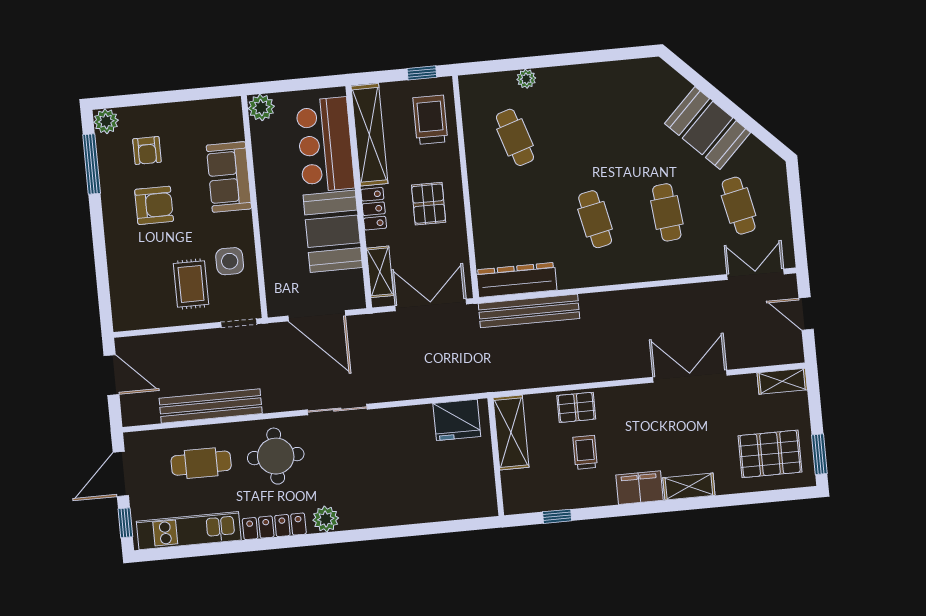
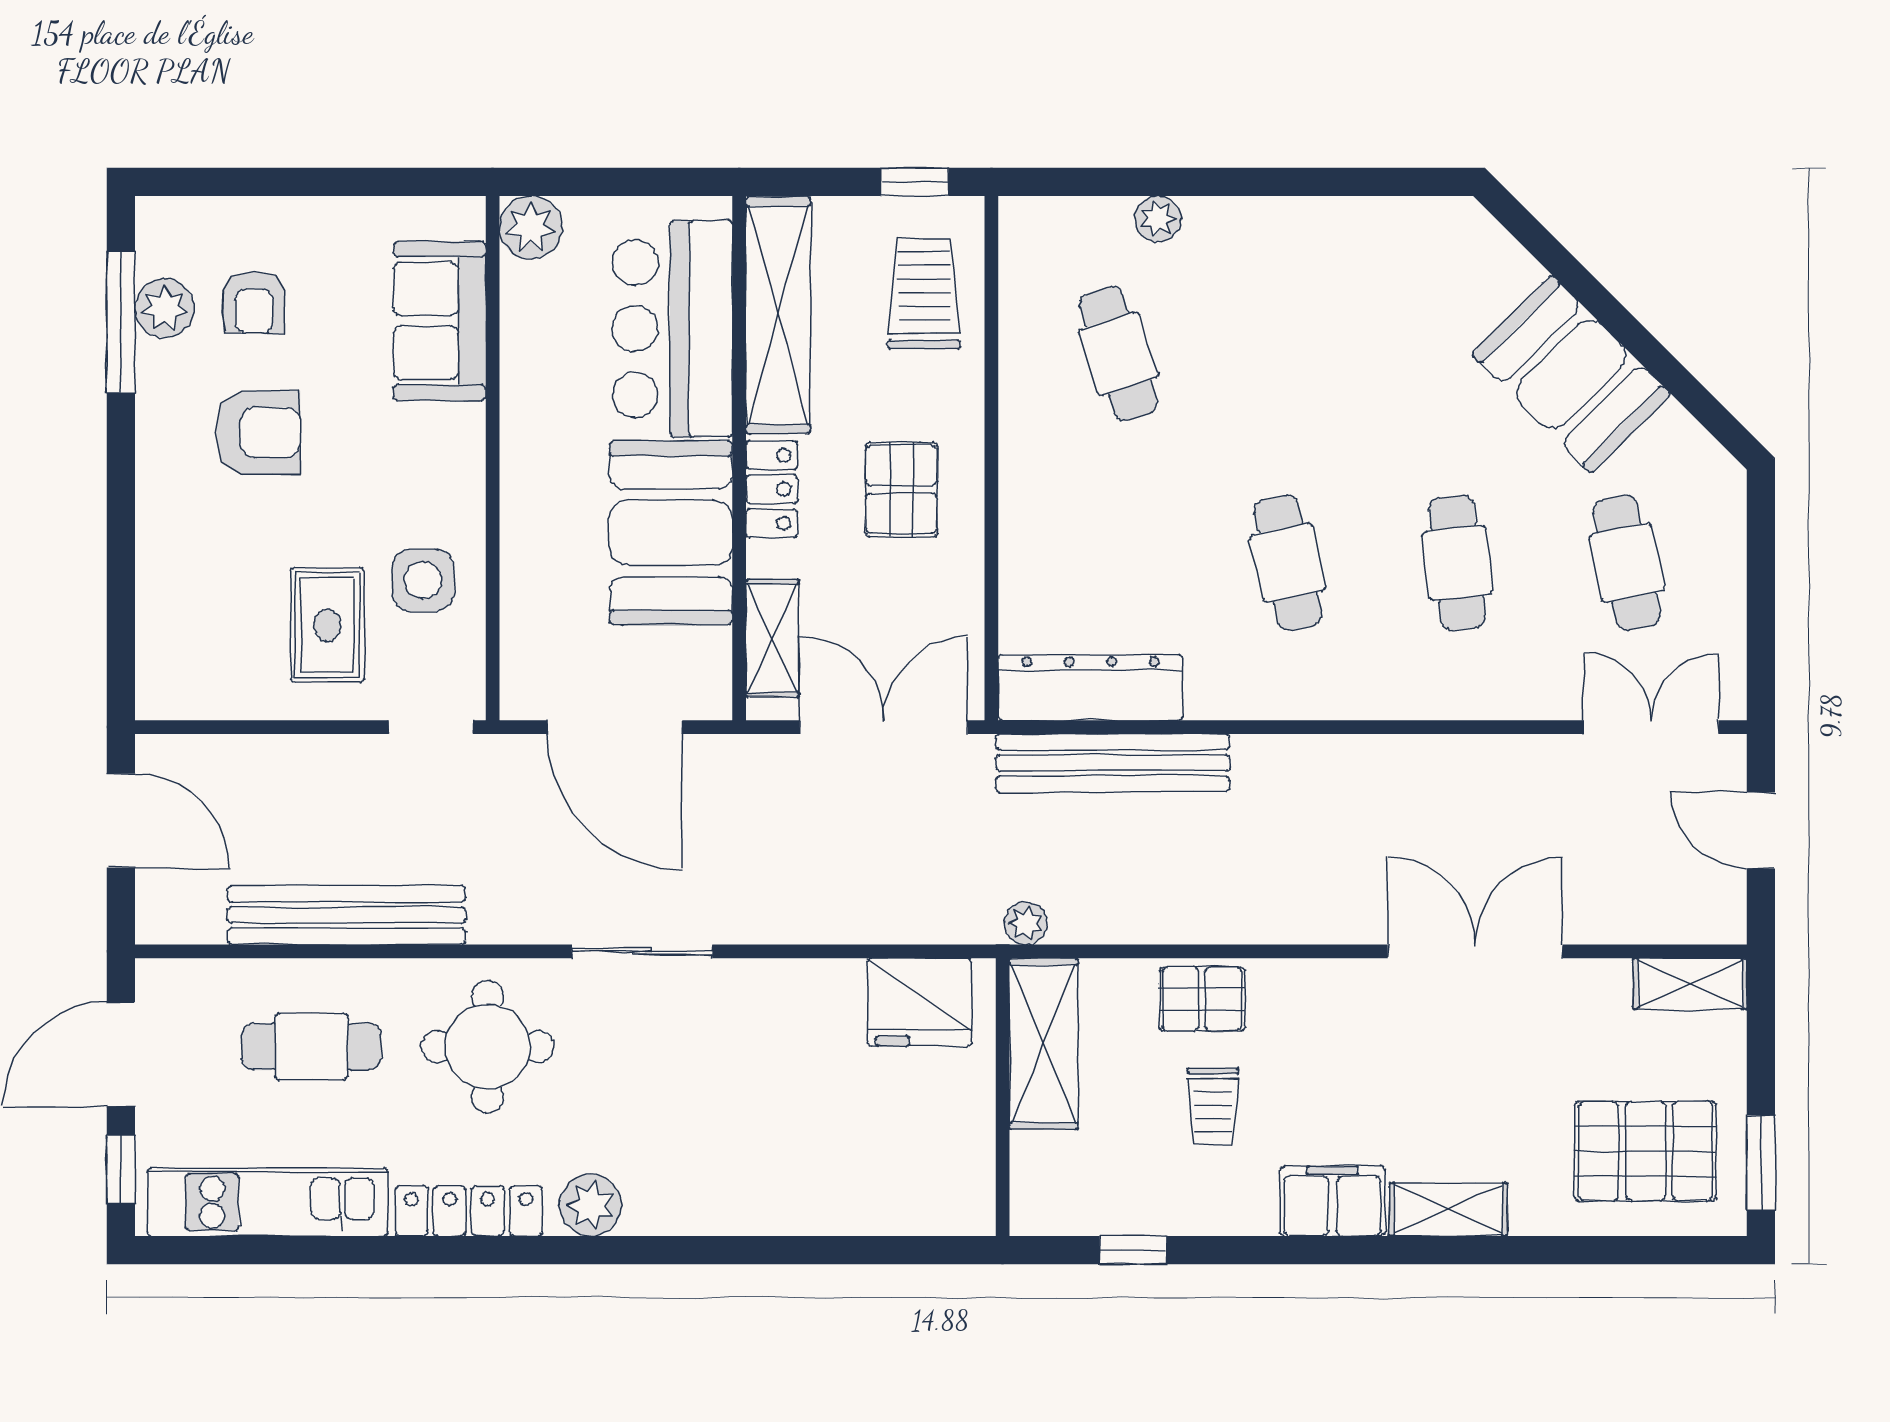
plant: (106, 121) -> (164, 308), moved
sofa: (229, 177) -> (440, 321), moved
plant: (499, 382) -> (1026, 923), added
trolley: (585, 452) -> (1213, 1106), turned 180

